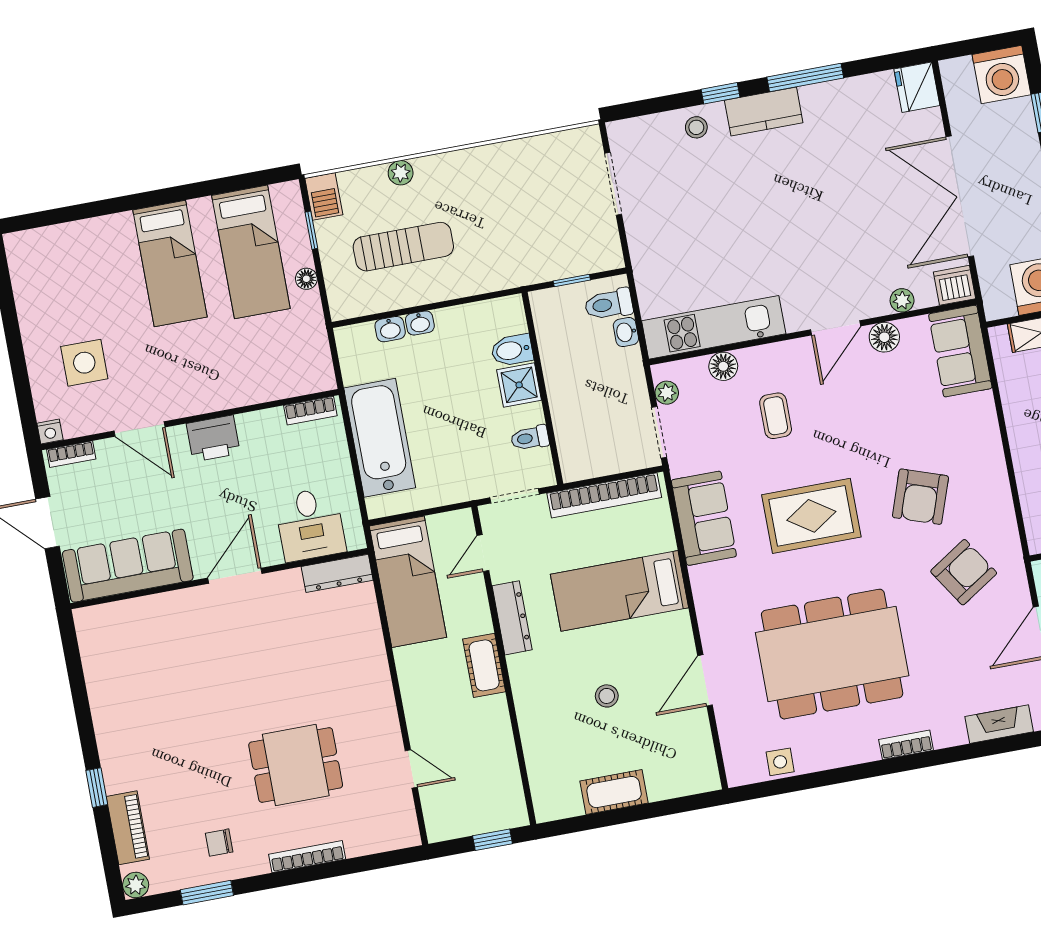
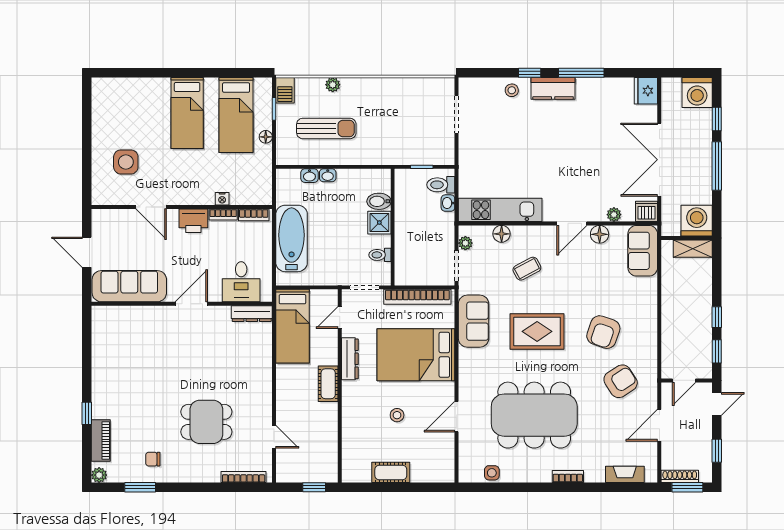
coffee table: (776, 416) -> (527, 269), turned 62
nightstand: (50, 432) -> (222, 199), moved
bookcase: (71, 454) -> (223, 214), moved
bed: (620, 591) -> (416, 355), width x1.50
bookcase: (307, 857) -> (244, 477), moved

